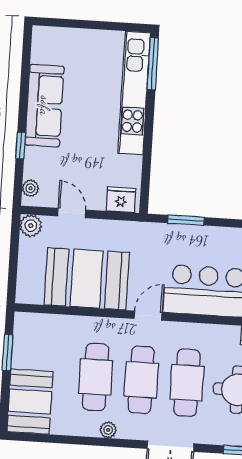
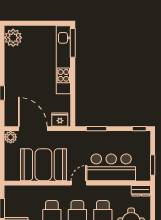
sofa: (45, 106) -> (14, 70), removed
plant: (31, 188) -> (13, 38), moved, width x1.88, depth x1.88
door: (72, 213) -> (33, 129), width x1.88

